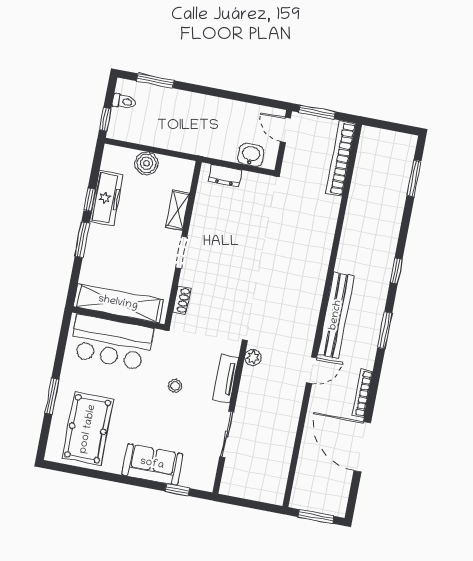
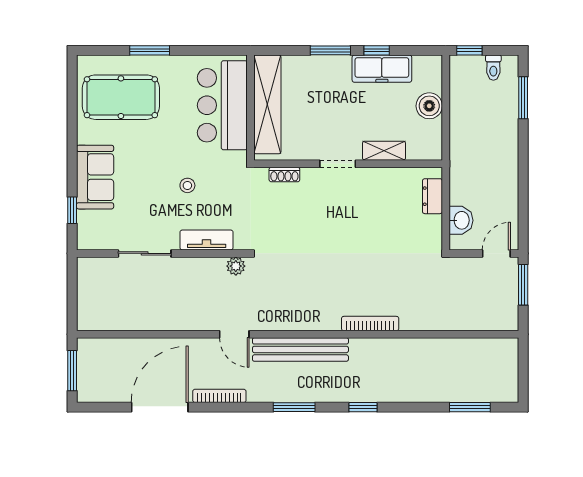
bookcase: (341, 158) -> (370, 324), moved, width x0.68, depth x0.76

